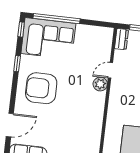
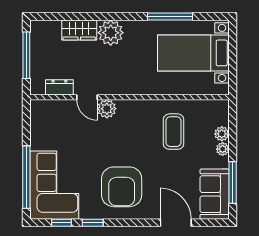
window: (21, 29) -> (61, 223), moved
dresser: (121, 39) -> (59, 87), moved
coffee table: (77, 131) -> (173, 132), added

